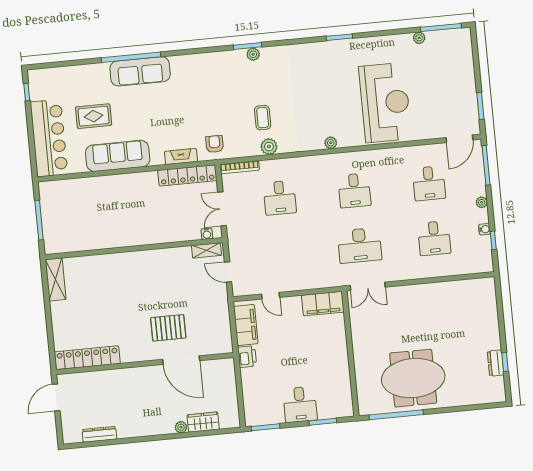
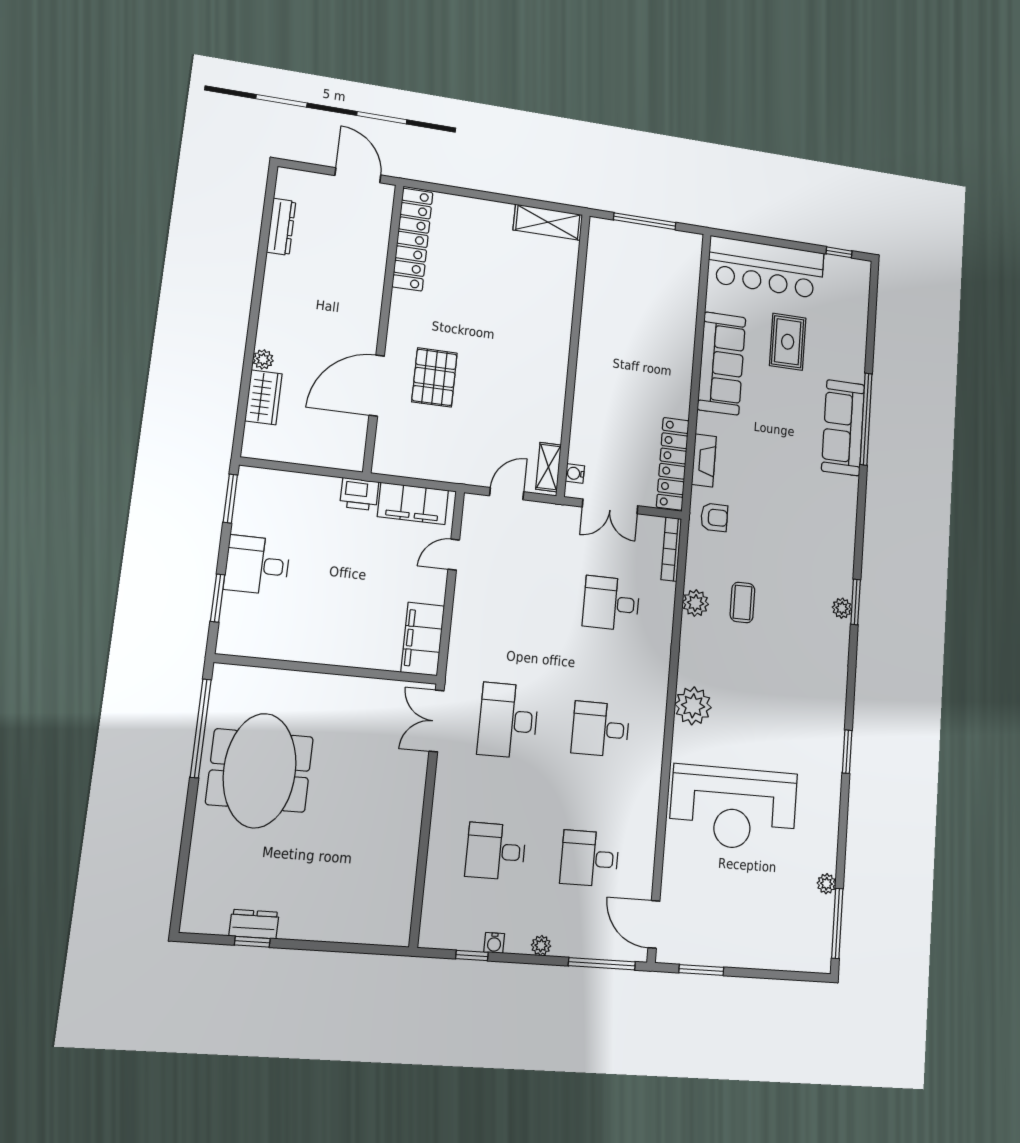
coffee table: (263, 118) -> (742, 602), turned 90
plant: (331, 143) -> (693, 706), width x1.88, depth x1.88
double door: (222, 209) -> (610, 506), swing flipped

